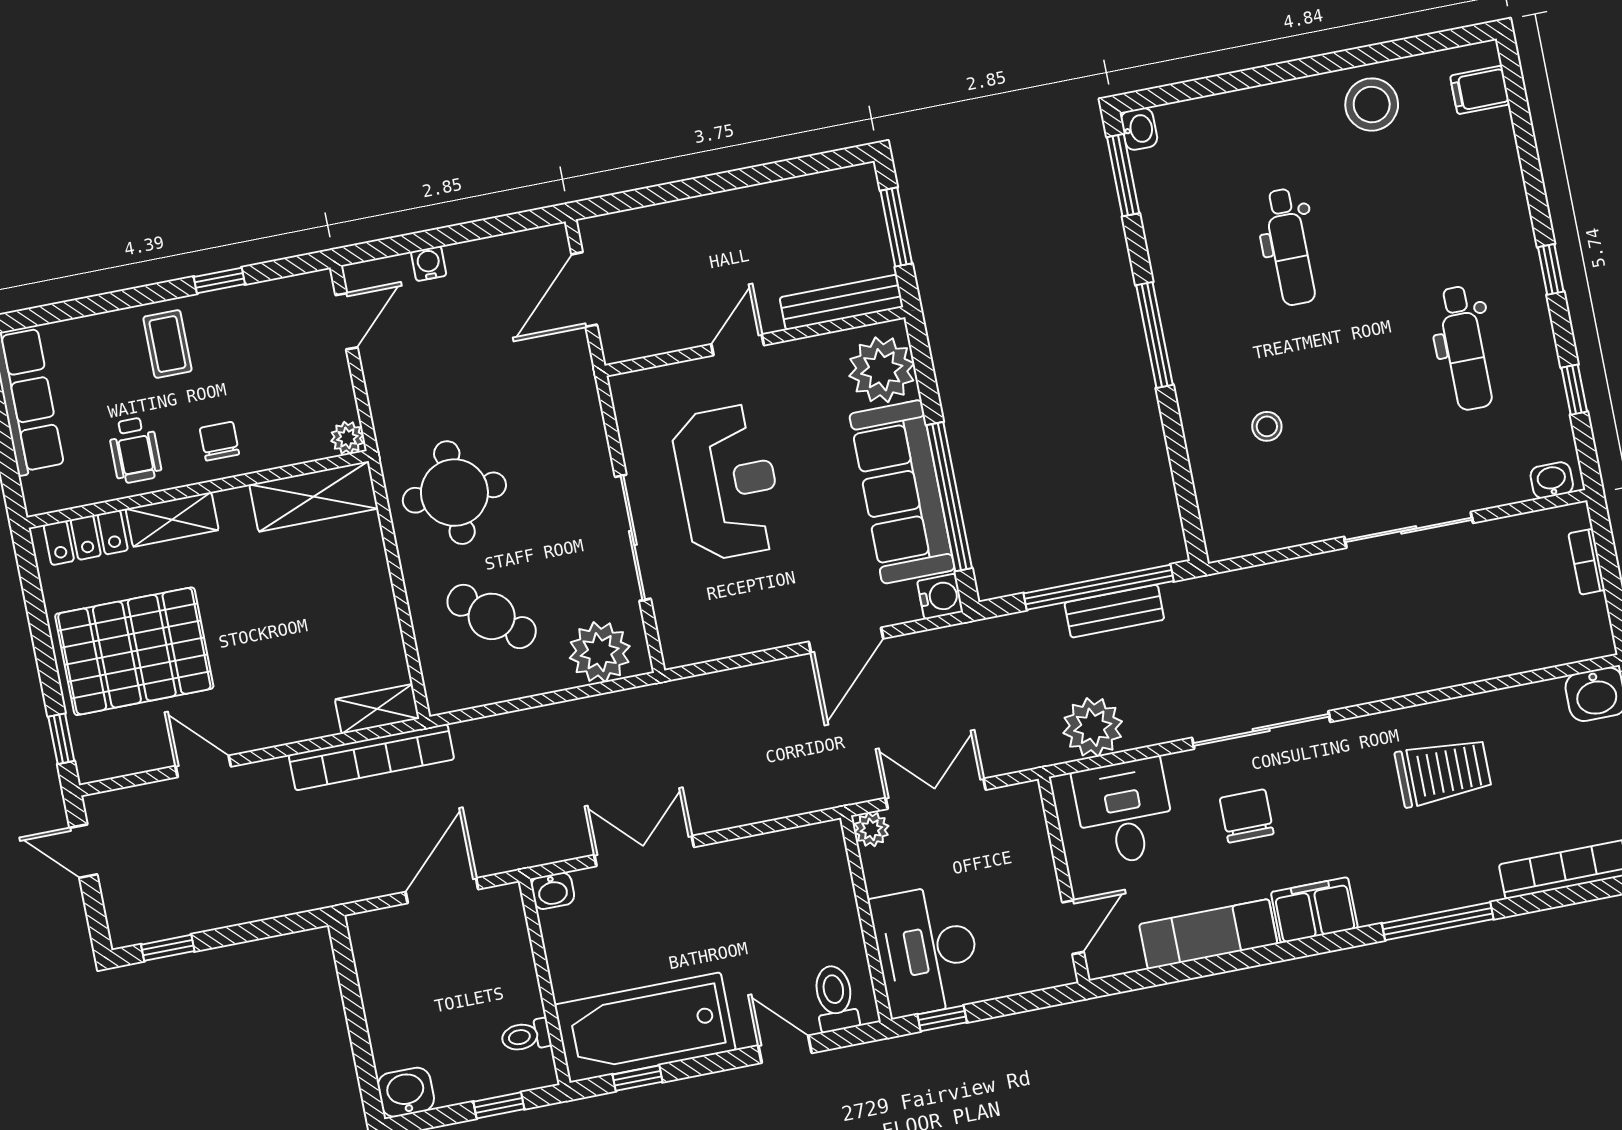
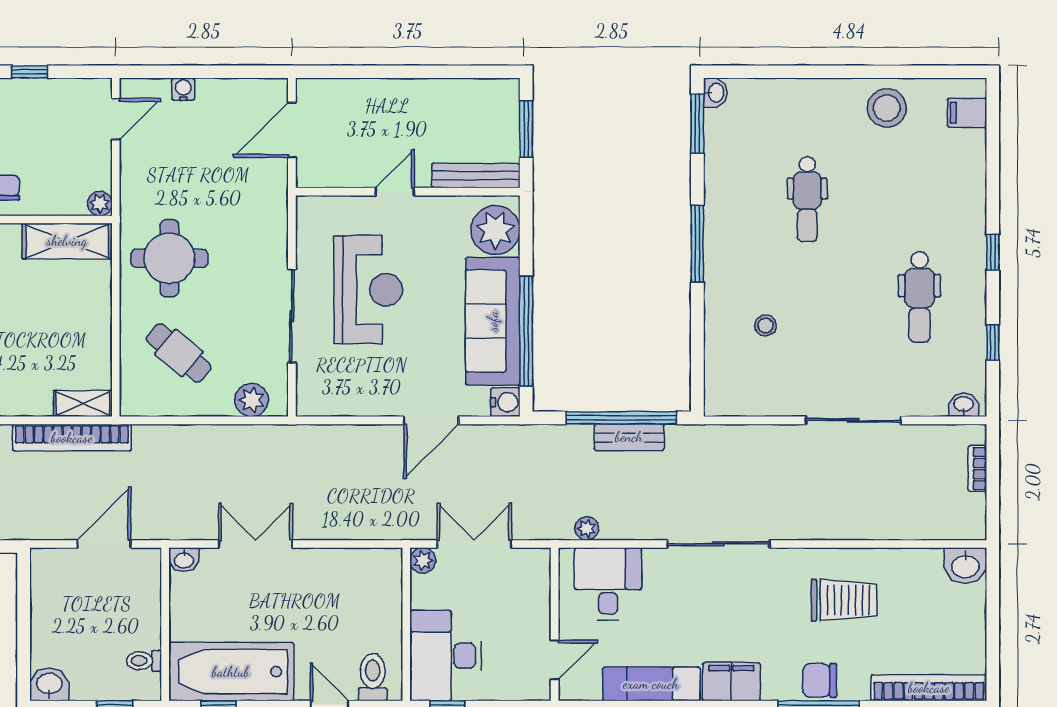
plant: (600, 652) -> (252, 400), width x0.73, depth x0.73
plant: (1093, 727) -> (587, 528), width x0.53, depth x0.53
chair: (1247, 816) -> (820, 680), moved, turned -90

